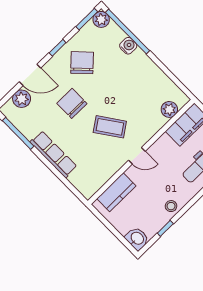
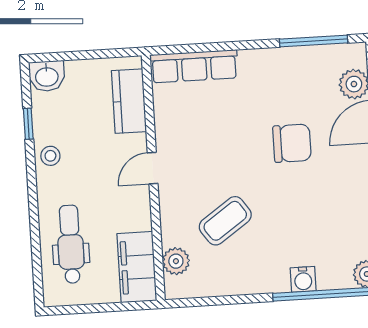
chair: (82, 63) -> (333, 201), removed
coffee table: (110, 127) -> (225, 221), moved
row of seats: (54, 154) -> (194, 66), moved

